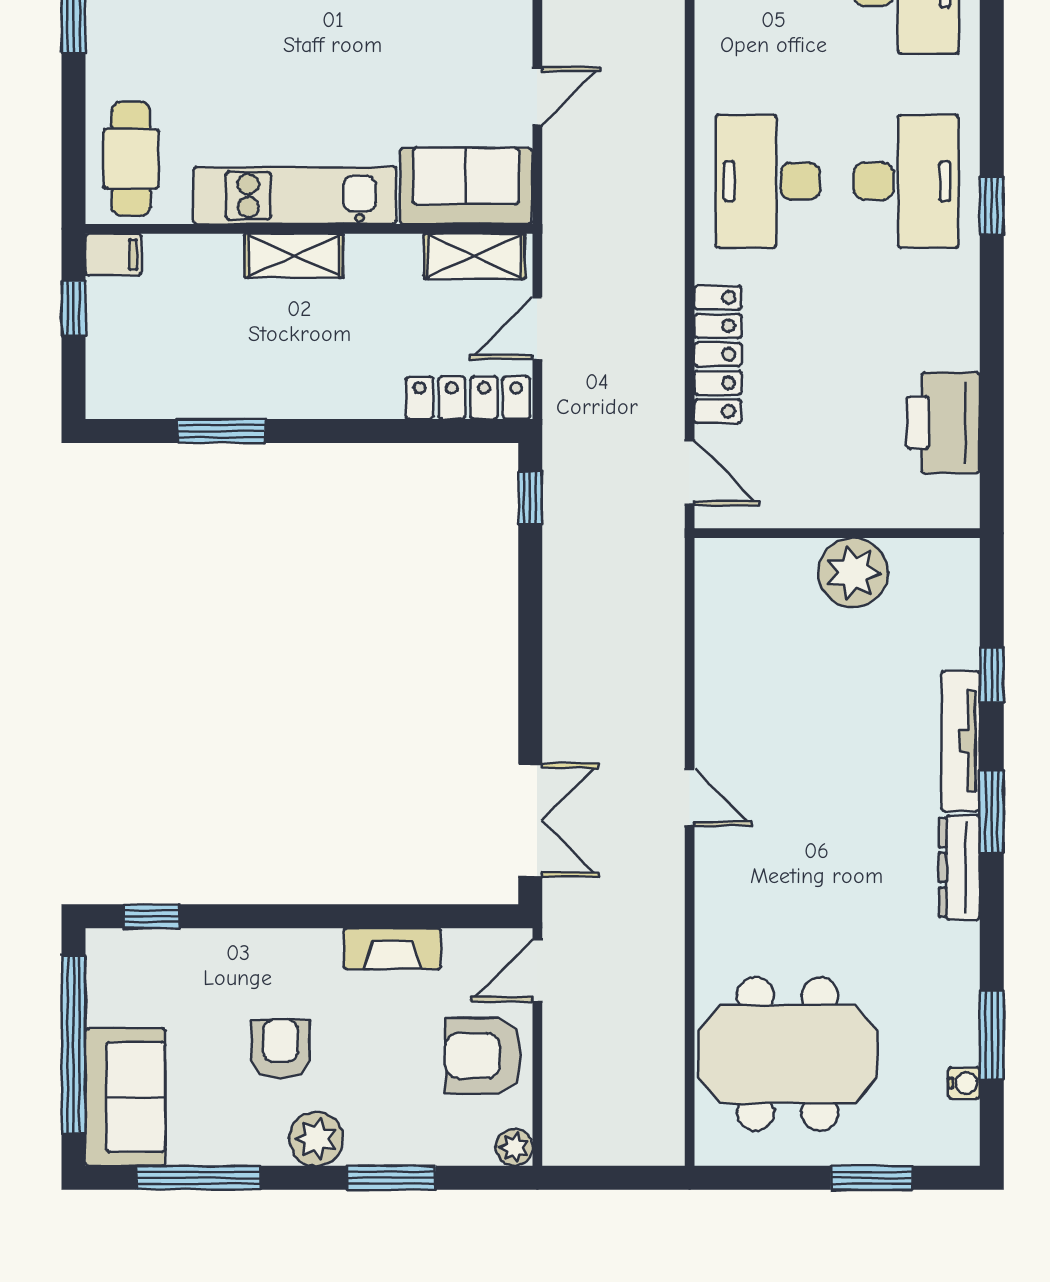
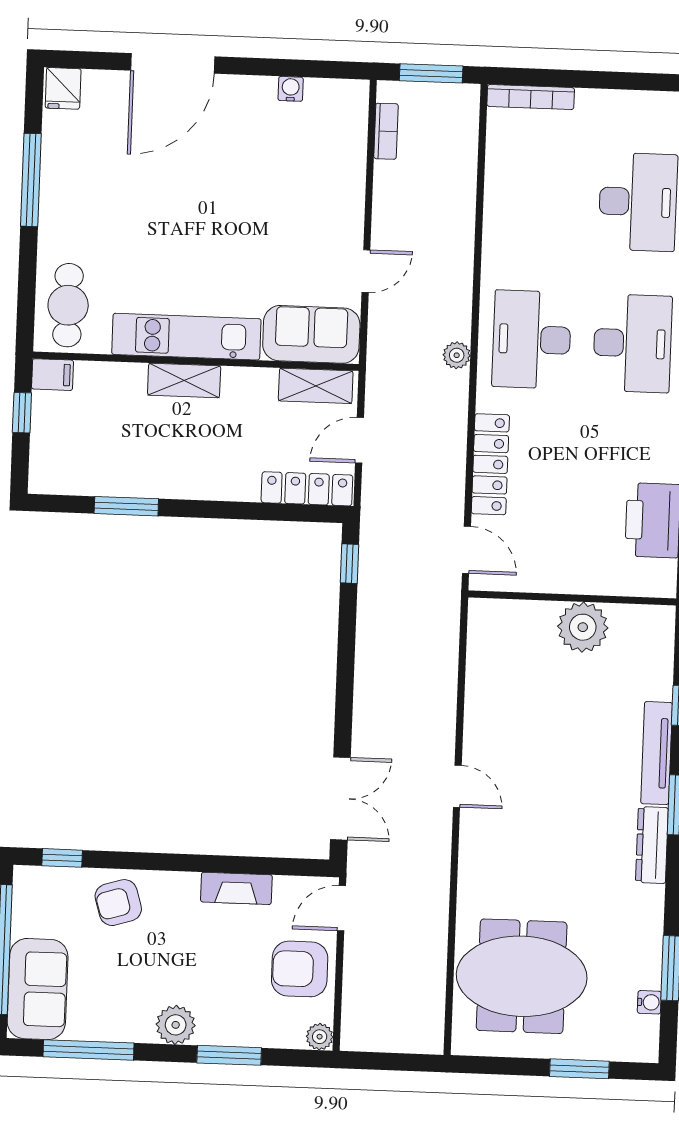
plant: (666, 207) -> (457, 355), added
armchair: (280, 1049) -> (118, 903), moved, turned -107

